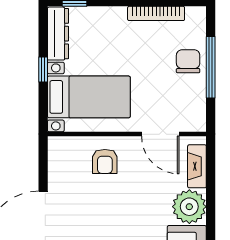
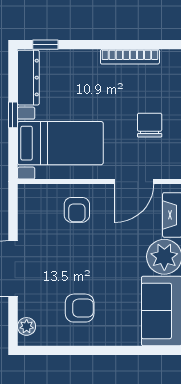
chair: (188, 61) -> (150, 125), moved
door: (160, 134) -> (134, 182), hinge flipped

